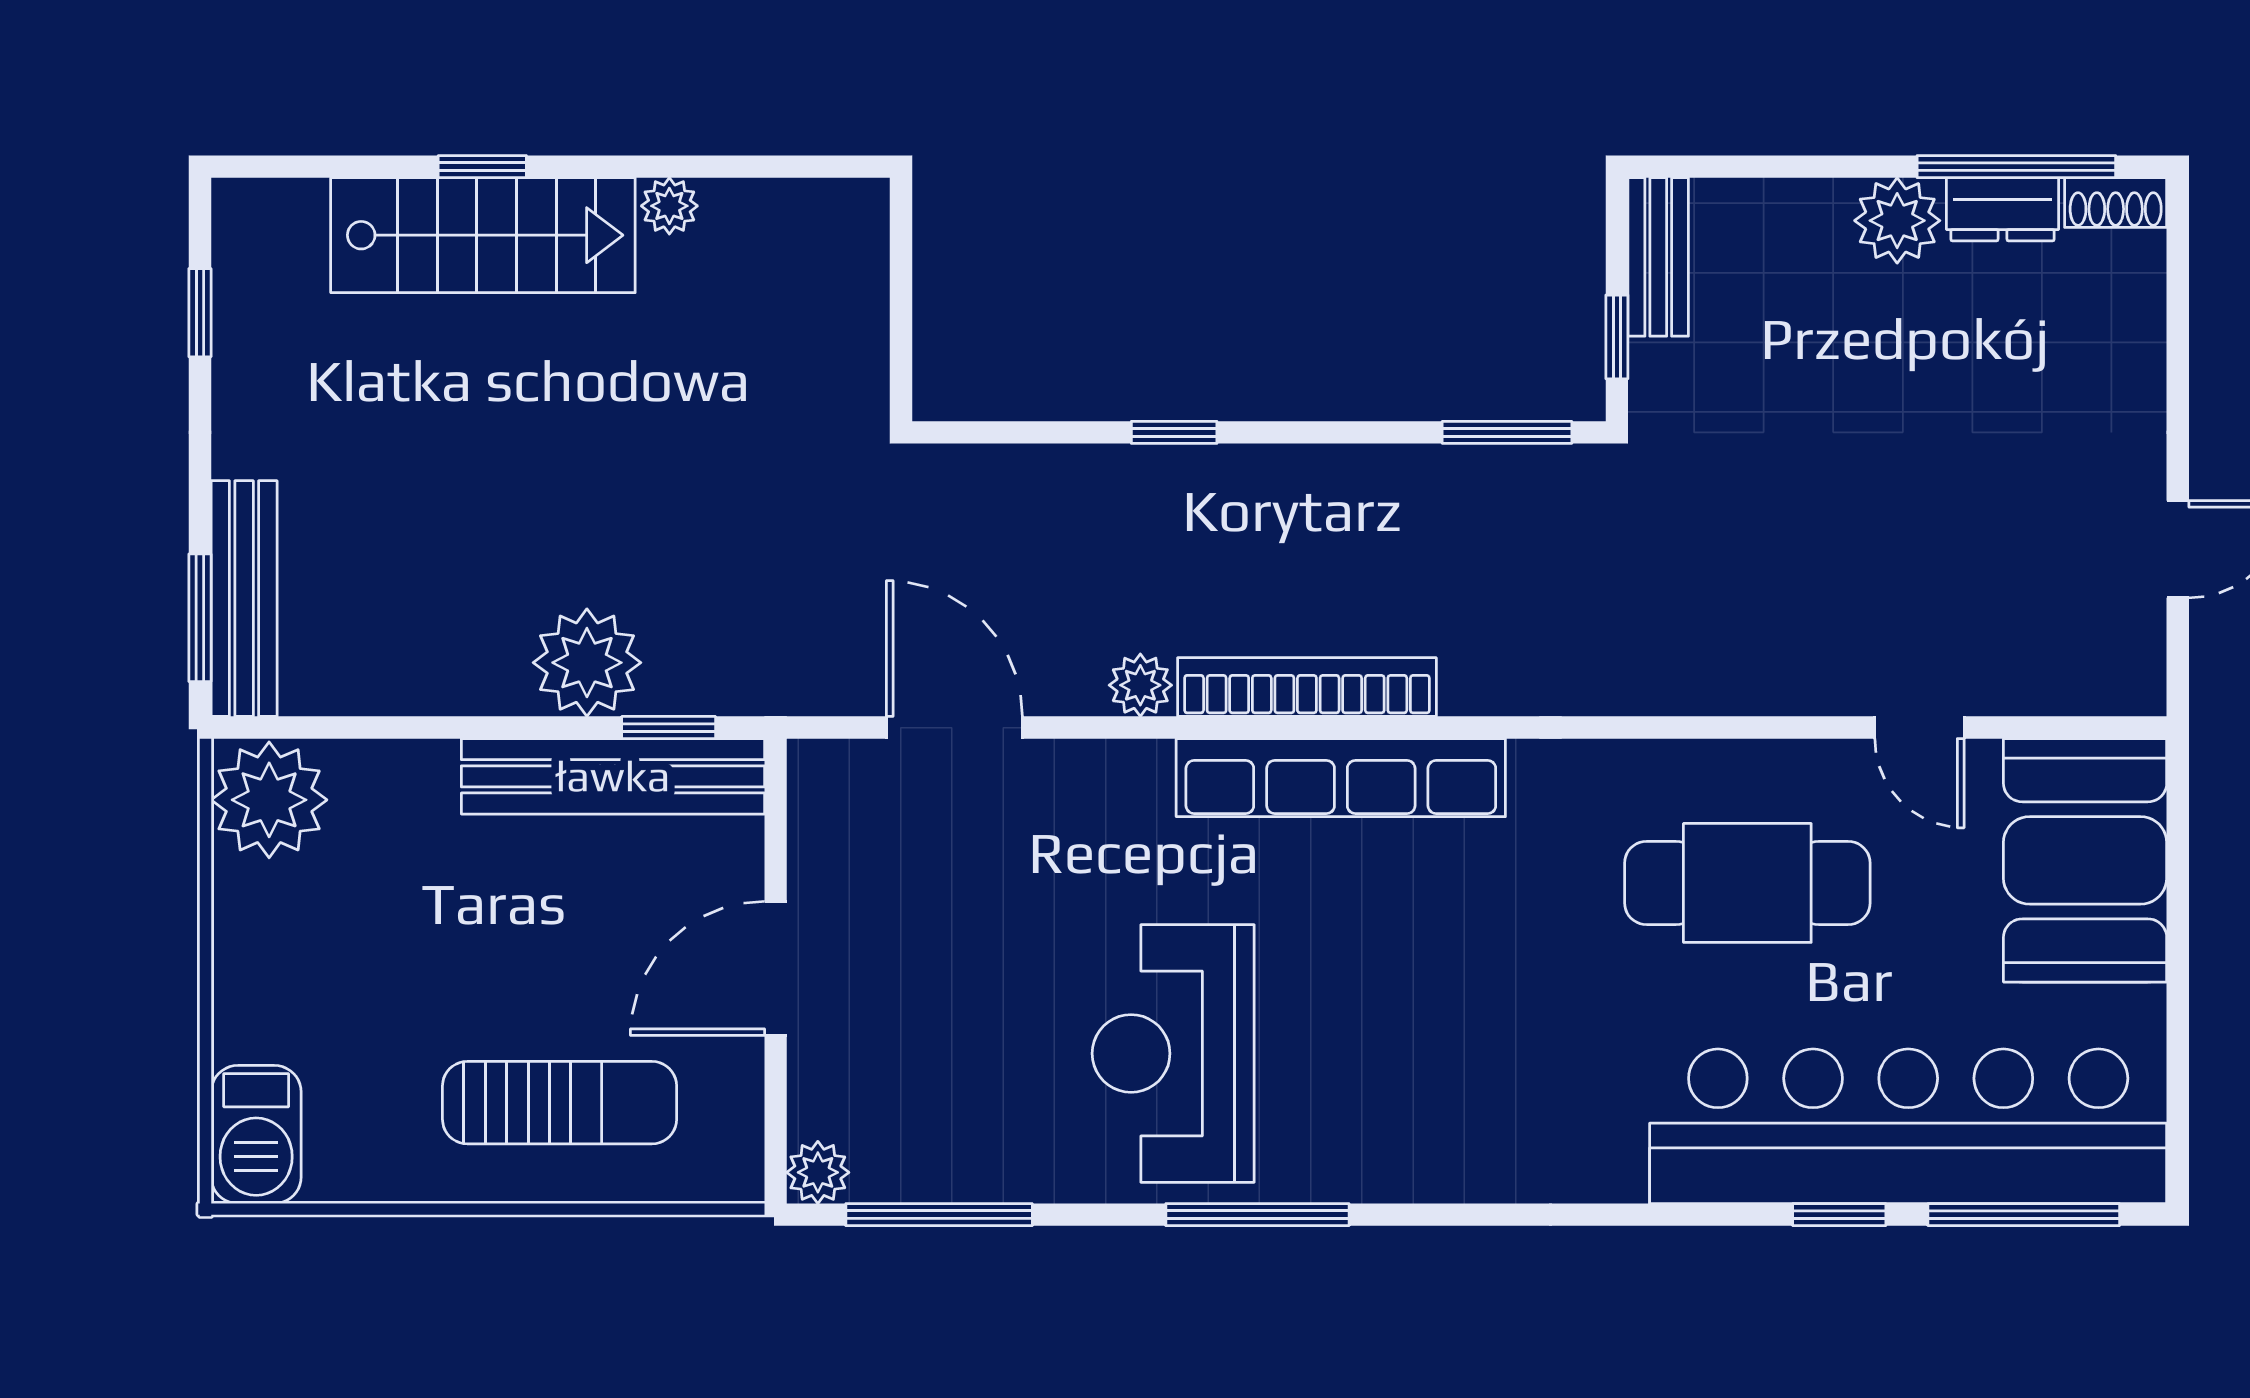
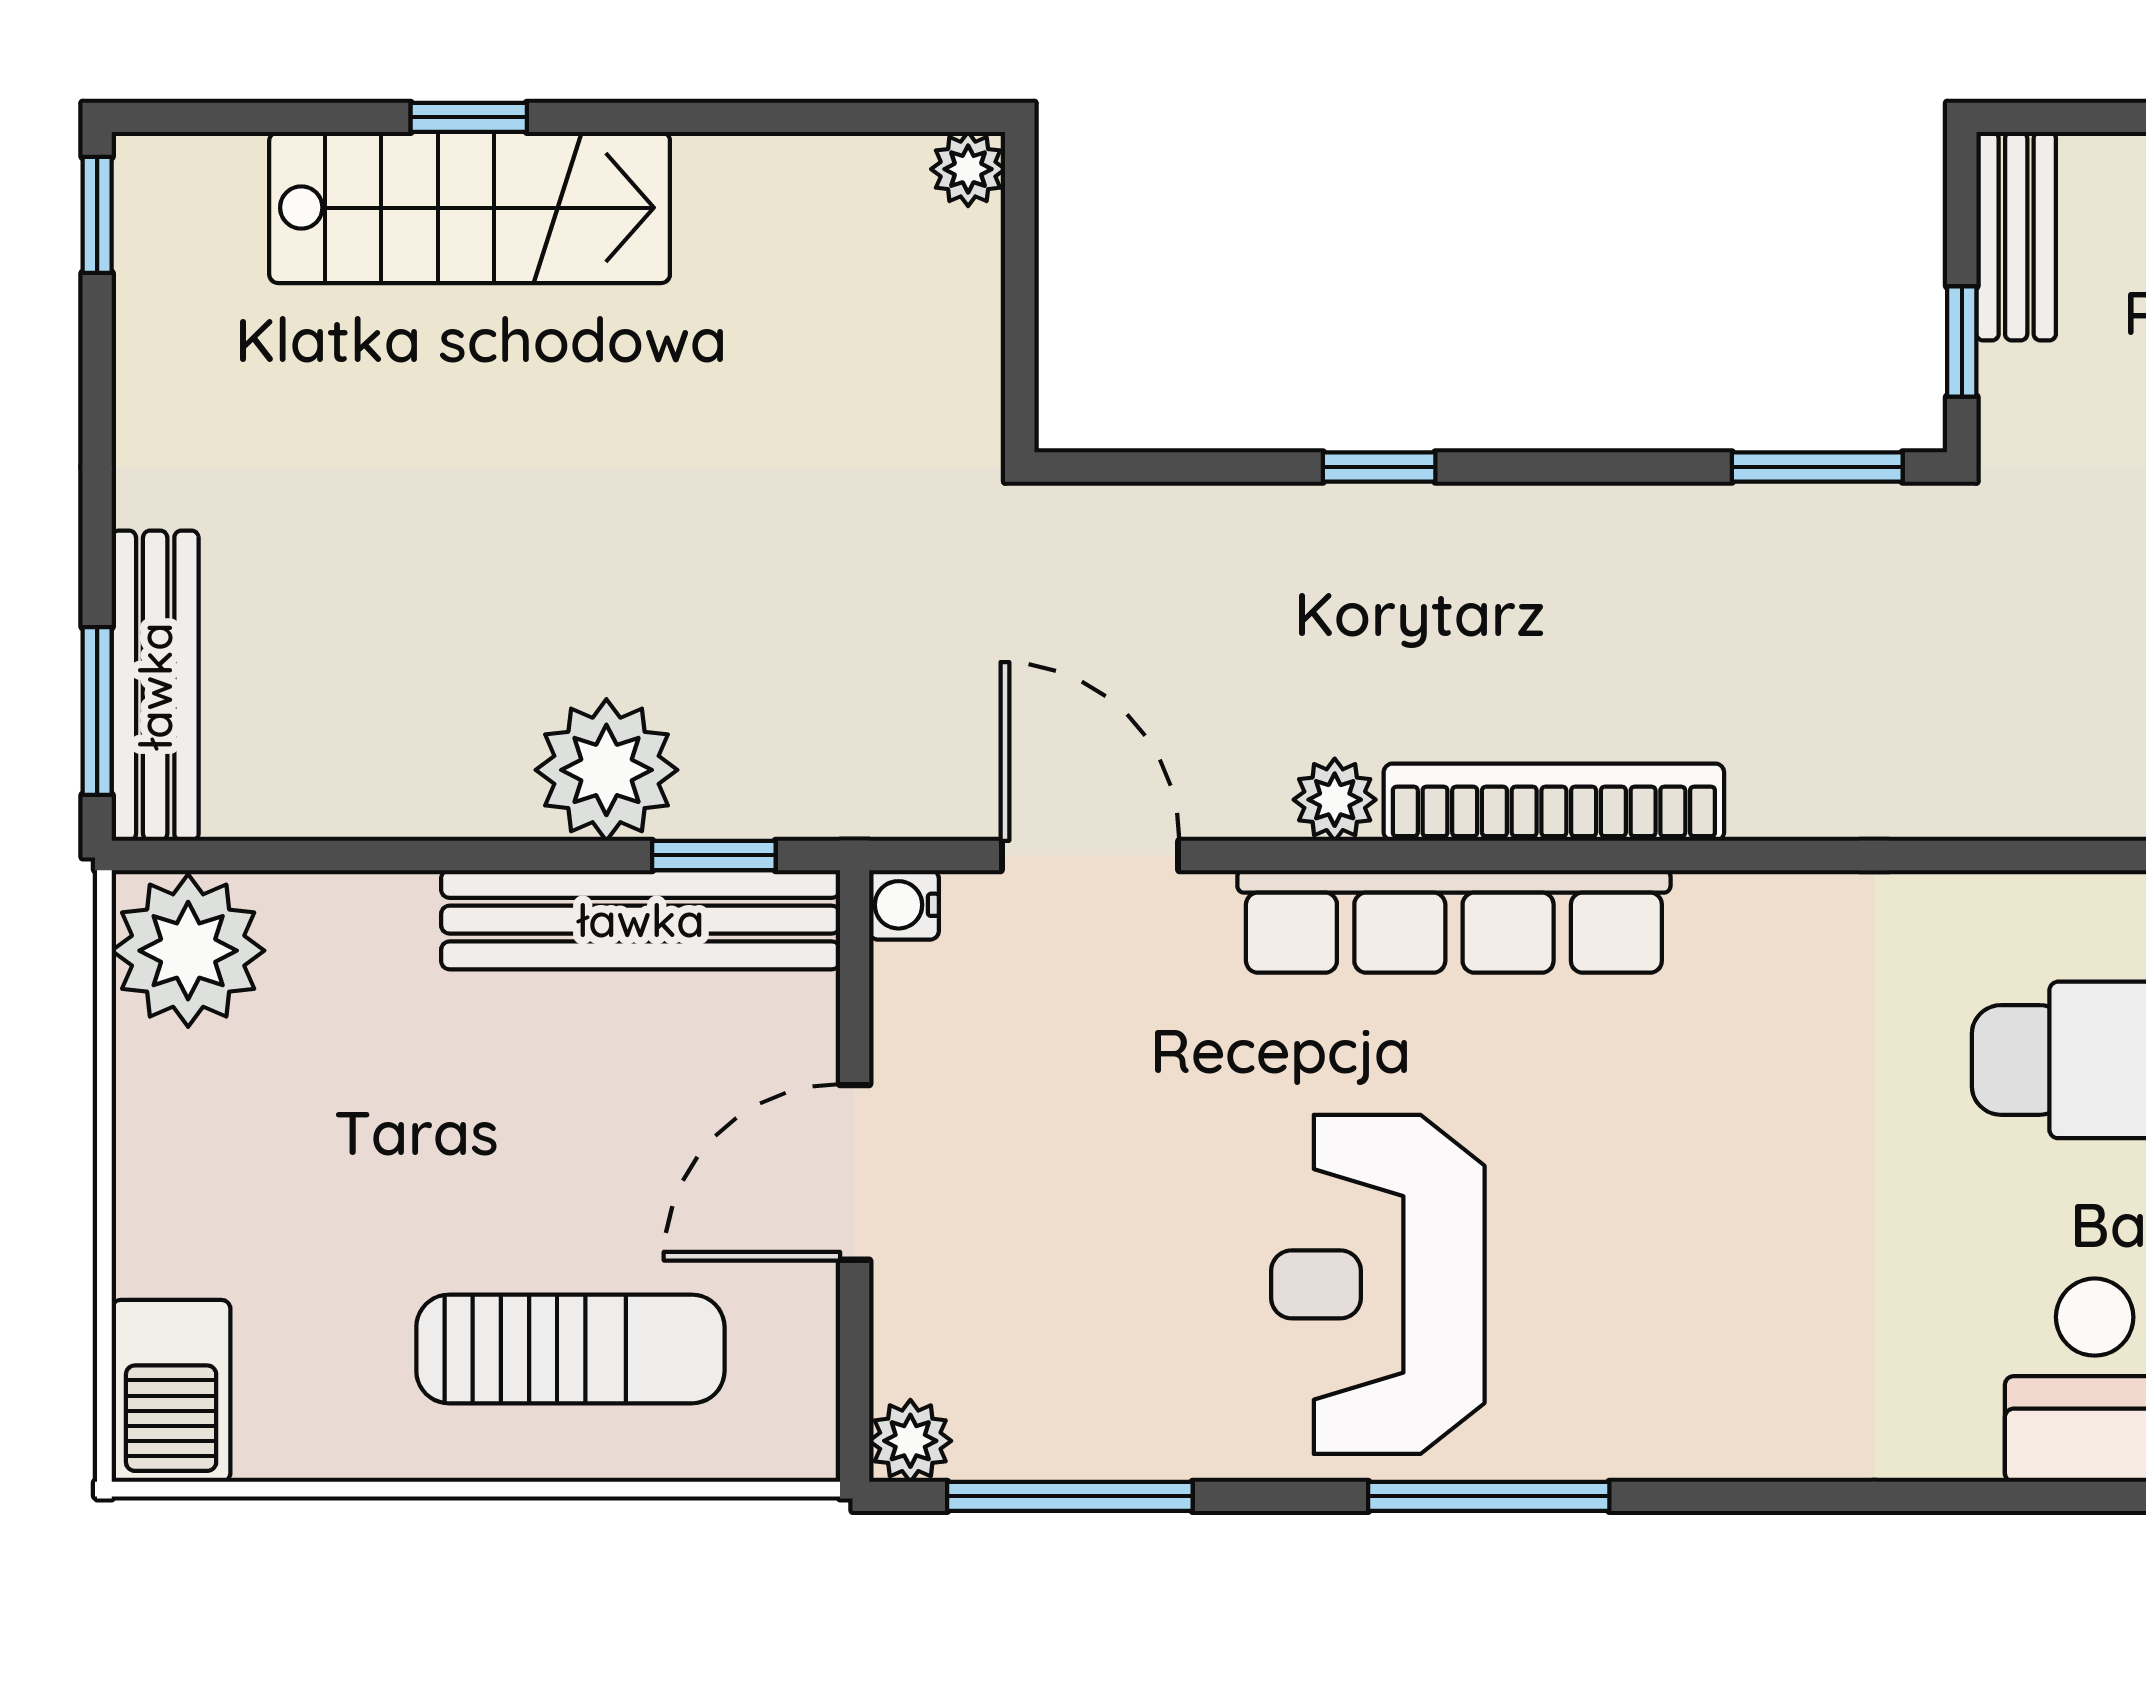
plant: (669, 206) -> (968, 169), moved
window: (200, 313) -> (97, 215), moved
water cooler: (813, 765) -> (904, 905), added
row of seats: (1341, 778) -> (1454, 921), moved

